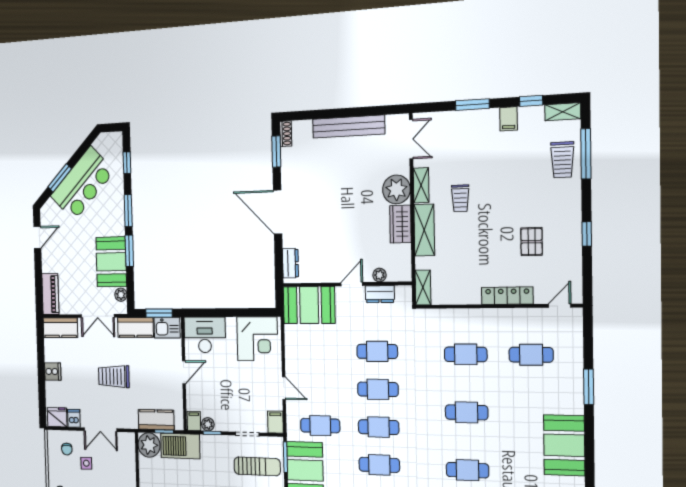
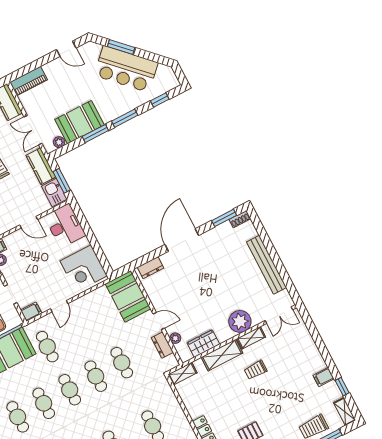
window: (472, 105) -> (322, 347), removed
wardrobe: (400, 224) -> (203, 344), moved

